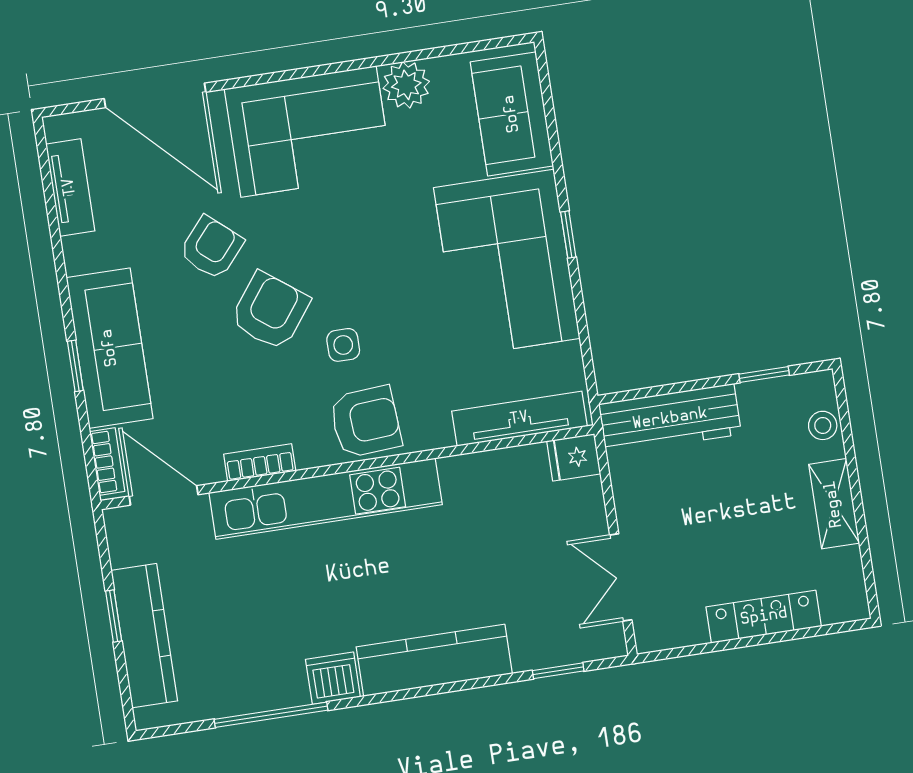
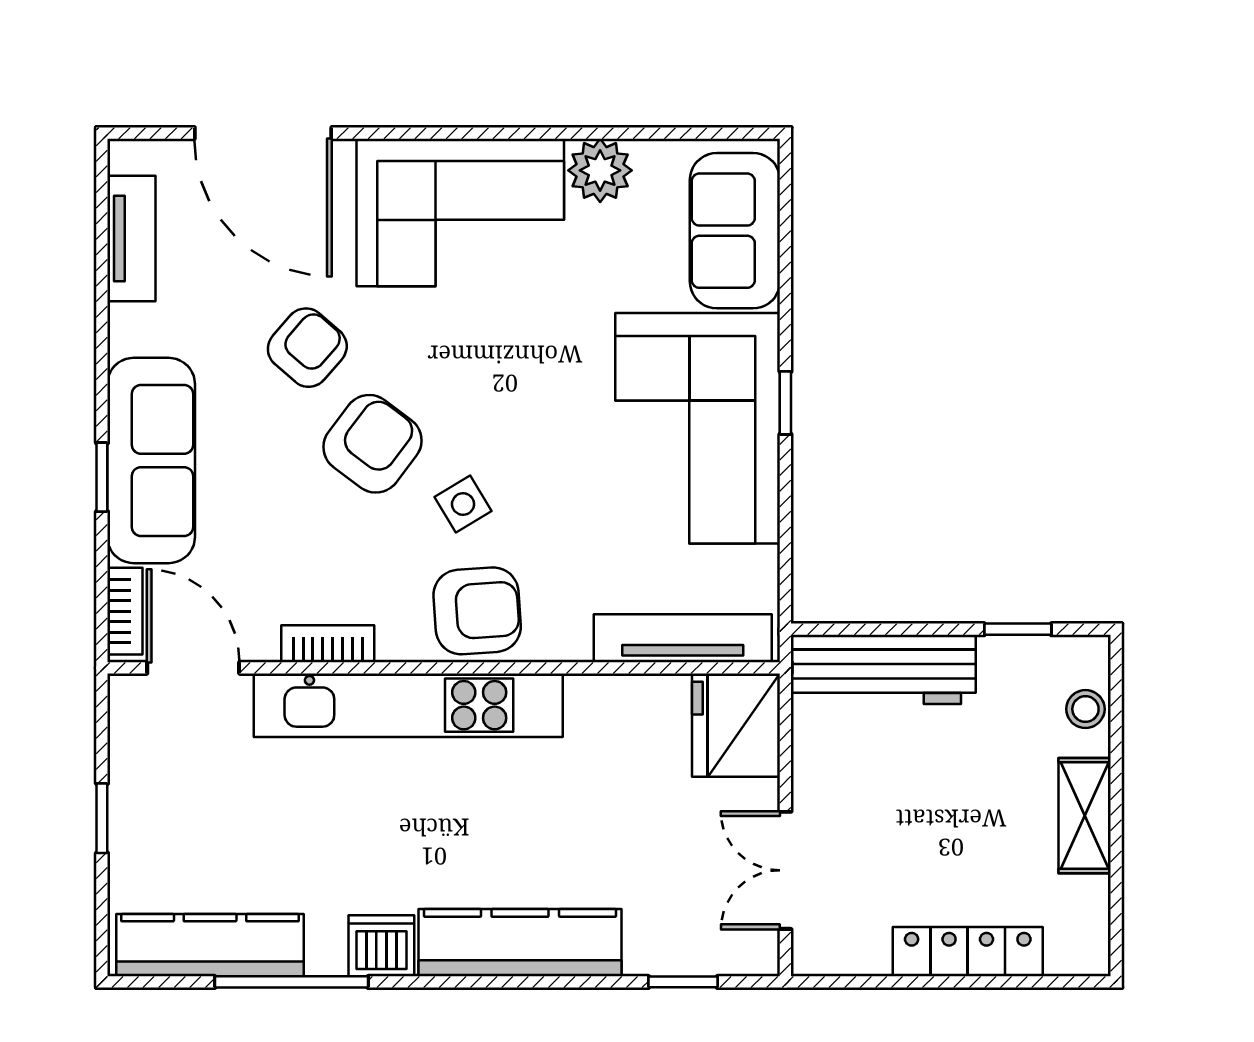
side table: (343, 345) -> (463, 504), turned -31
fridge: (574, 457) -> (736, 725), width x1.88, depth x1.34
kitchen counter: (144, 636) -> (210, 945), moved, turned -90

